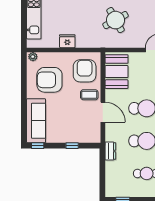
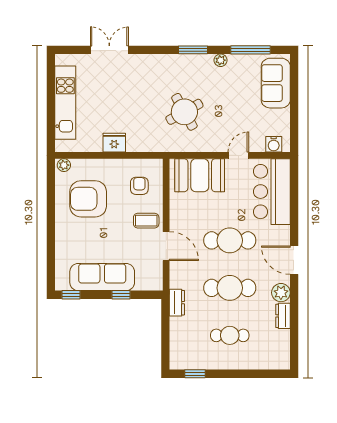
armchair: (85, 71) -> (139, 186), width x0.53, depth x0.53
booth: (117, 72) -> (200, 175), moved, turned 90
sofa: (36, 121) -> (102, 277), moved, turned -90

